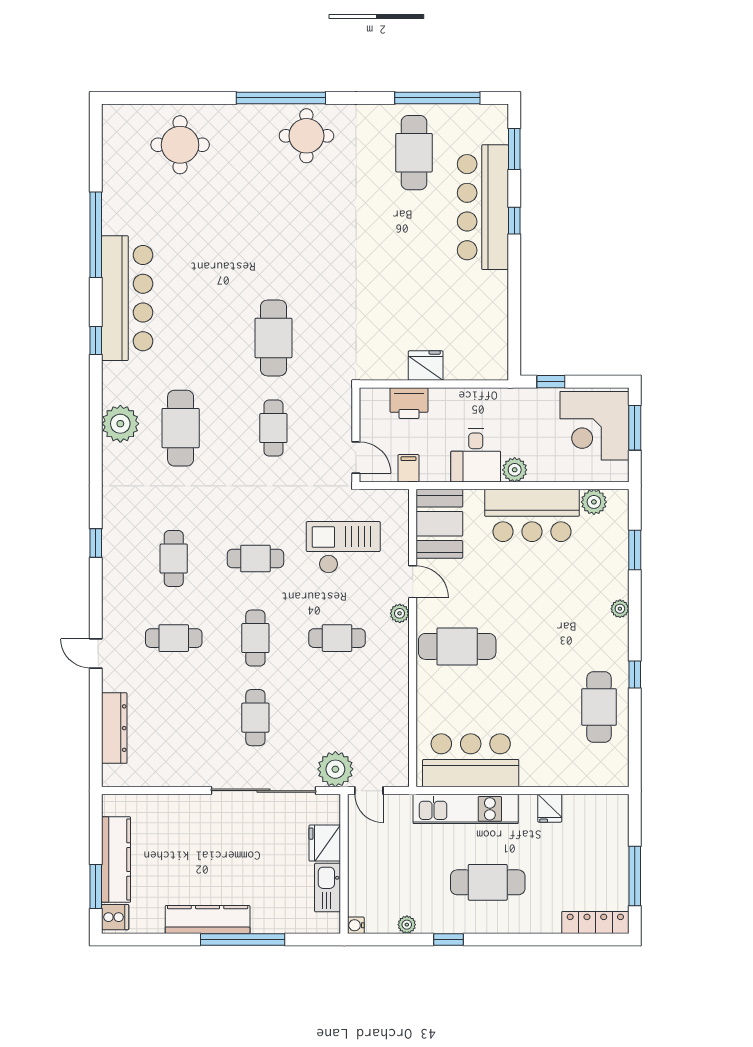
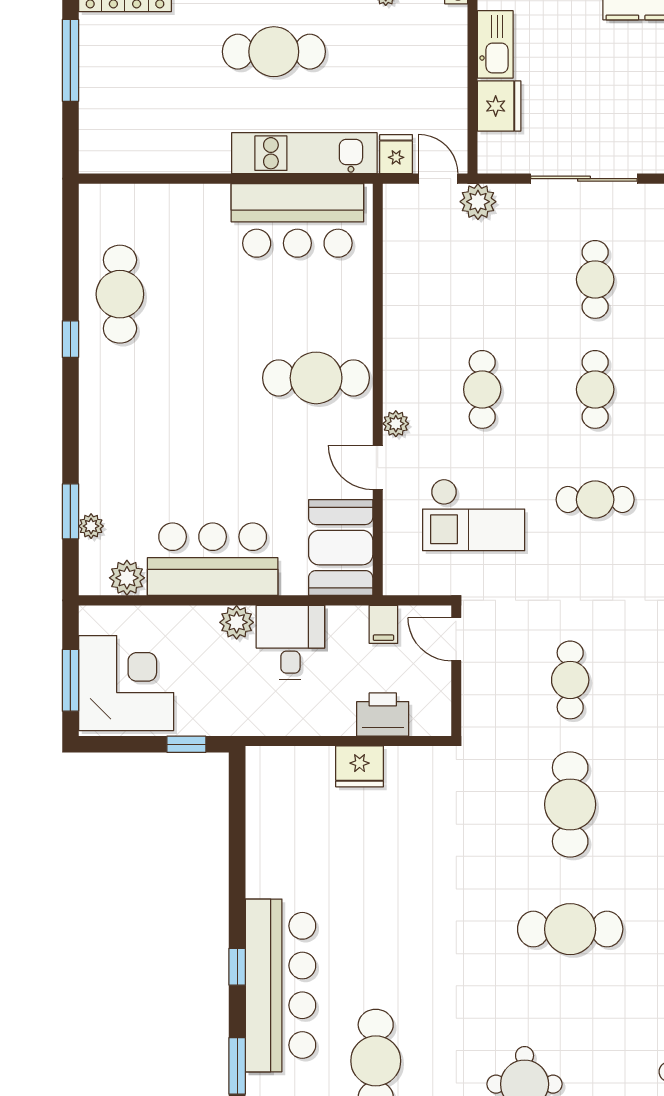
cafe table: (273, 248) -> (570, 929), added
plant: (620, 609) -> (91, 526), moved
cafe table: (337, 638) -> (482, 389), turned 90
plant: (335, 769) -> (478, 202), width x0.73, depth x0.73
sliding door: (263, 791) -> (584, 179), width x0.73
fridge: (550, 808) -> (396, 154), moved

